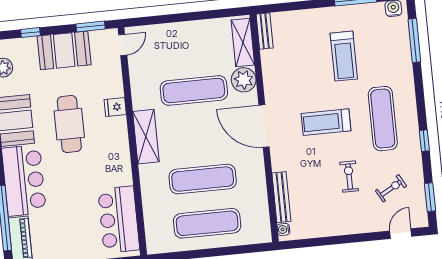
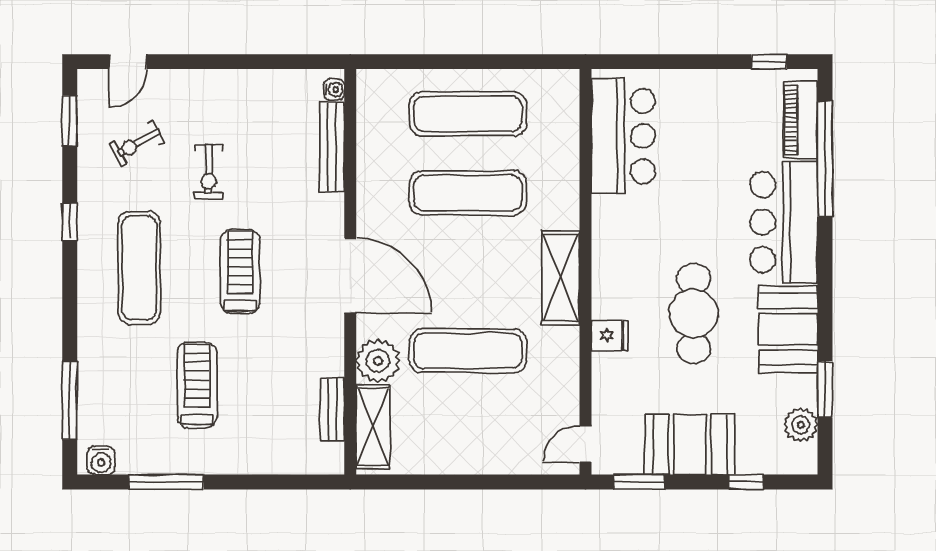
bench: (265, 31) -> (332, 409), moved
treadmill: (326, 122) -> (240, 272), turned -90

